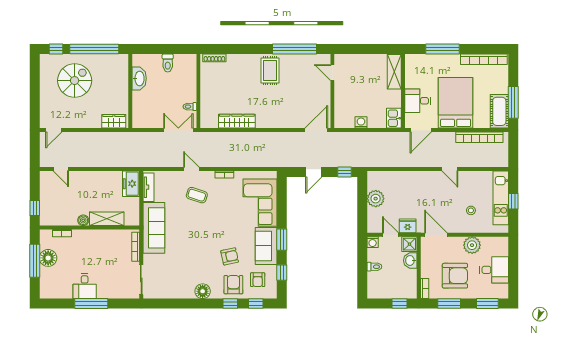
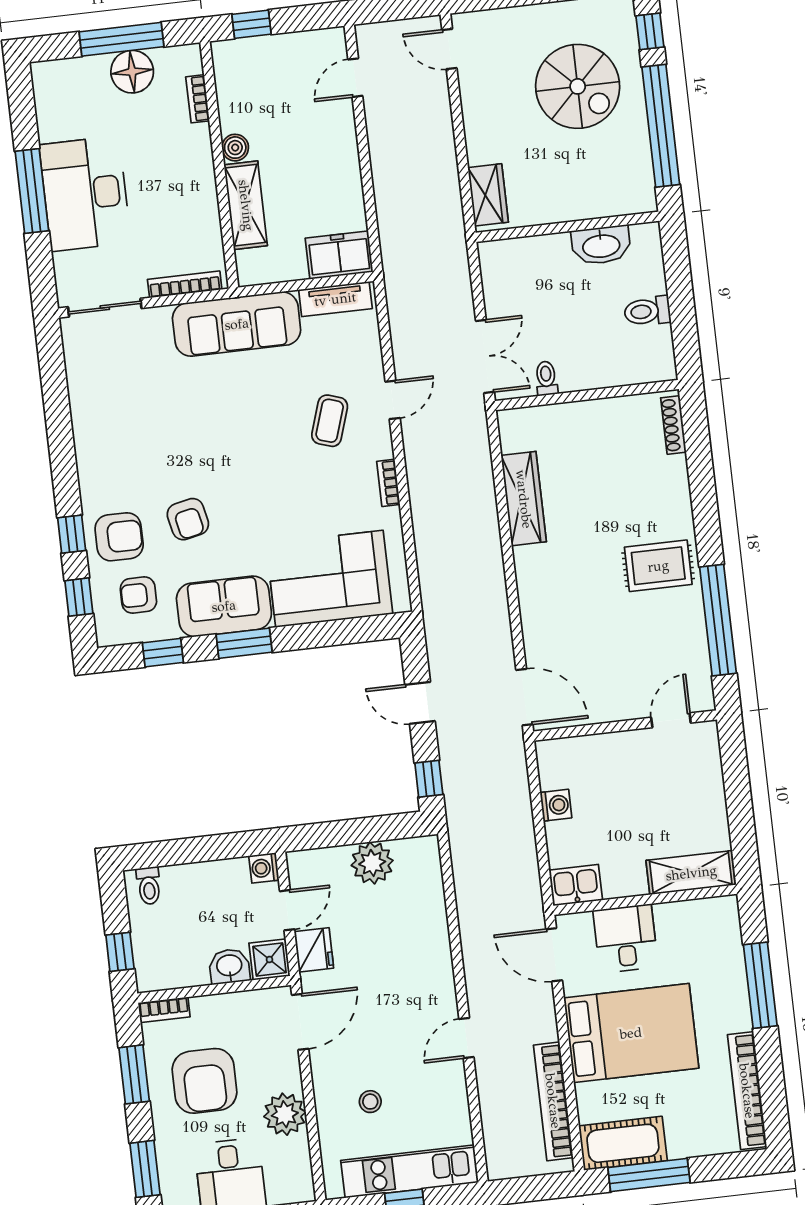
toilet: (374, 267) -> (149, 886), moved
desk: (85, 286) -> (85, 194), width x1.87, depth x1.30
floor lamp: (203, 291) -> (94, 462), removed

